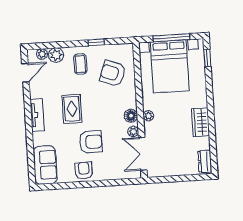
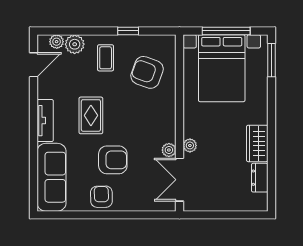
window: (207, 58) -> (271, 60), width x1.50
floor lamp: (131, 116) -> (167, 129), removed
plant: (148, 116) -> (190, 145), moved
dresser: (205, 161) -> (260, 178), moved
sofa: (45, 165) -> (52, 177), width x1.36

